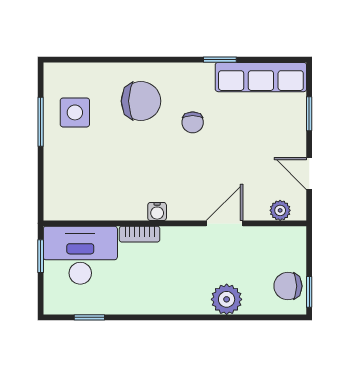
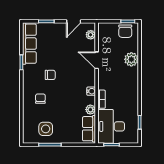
chair: (141, 101) -> (40, 99), width x0.54, depth x0.54
row of seats: (75, 207) -> (89, 129), added
plant: (117, 210) -> (90, 110), added

